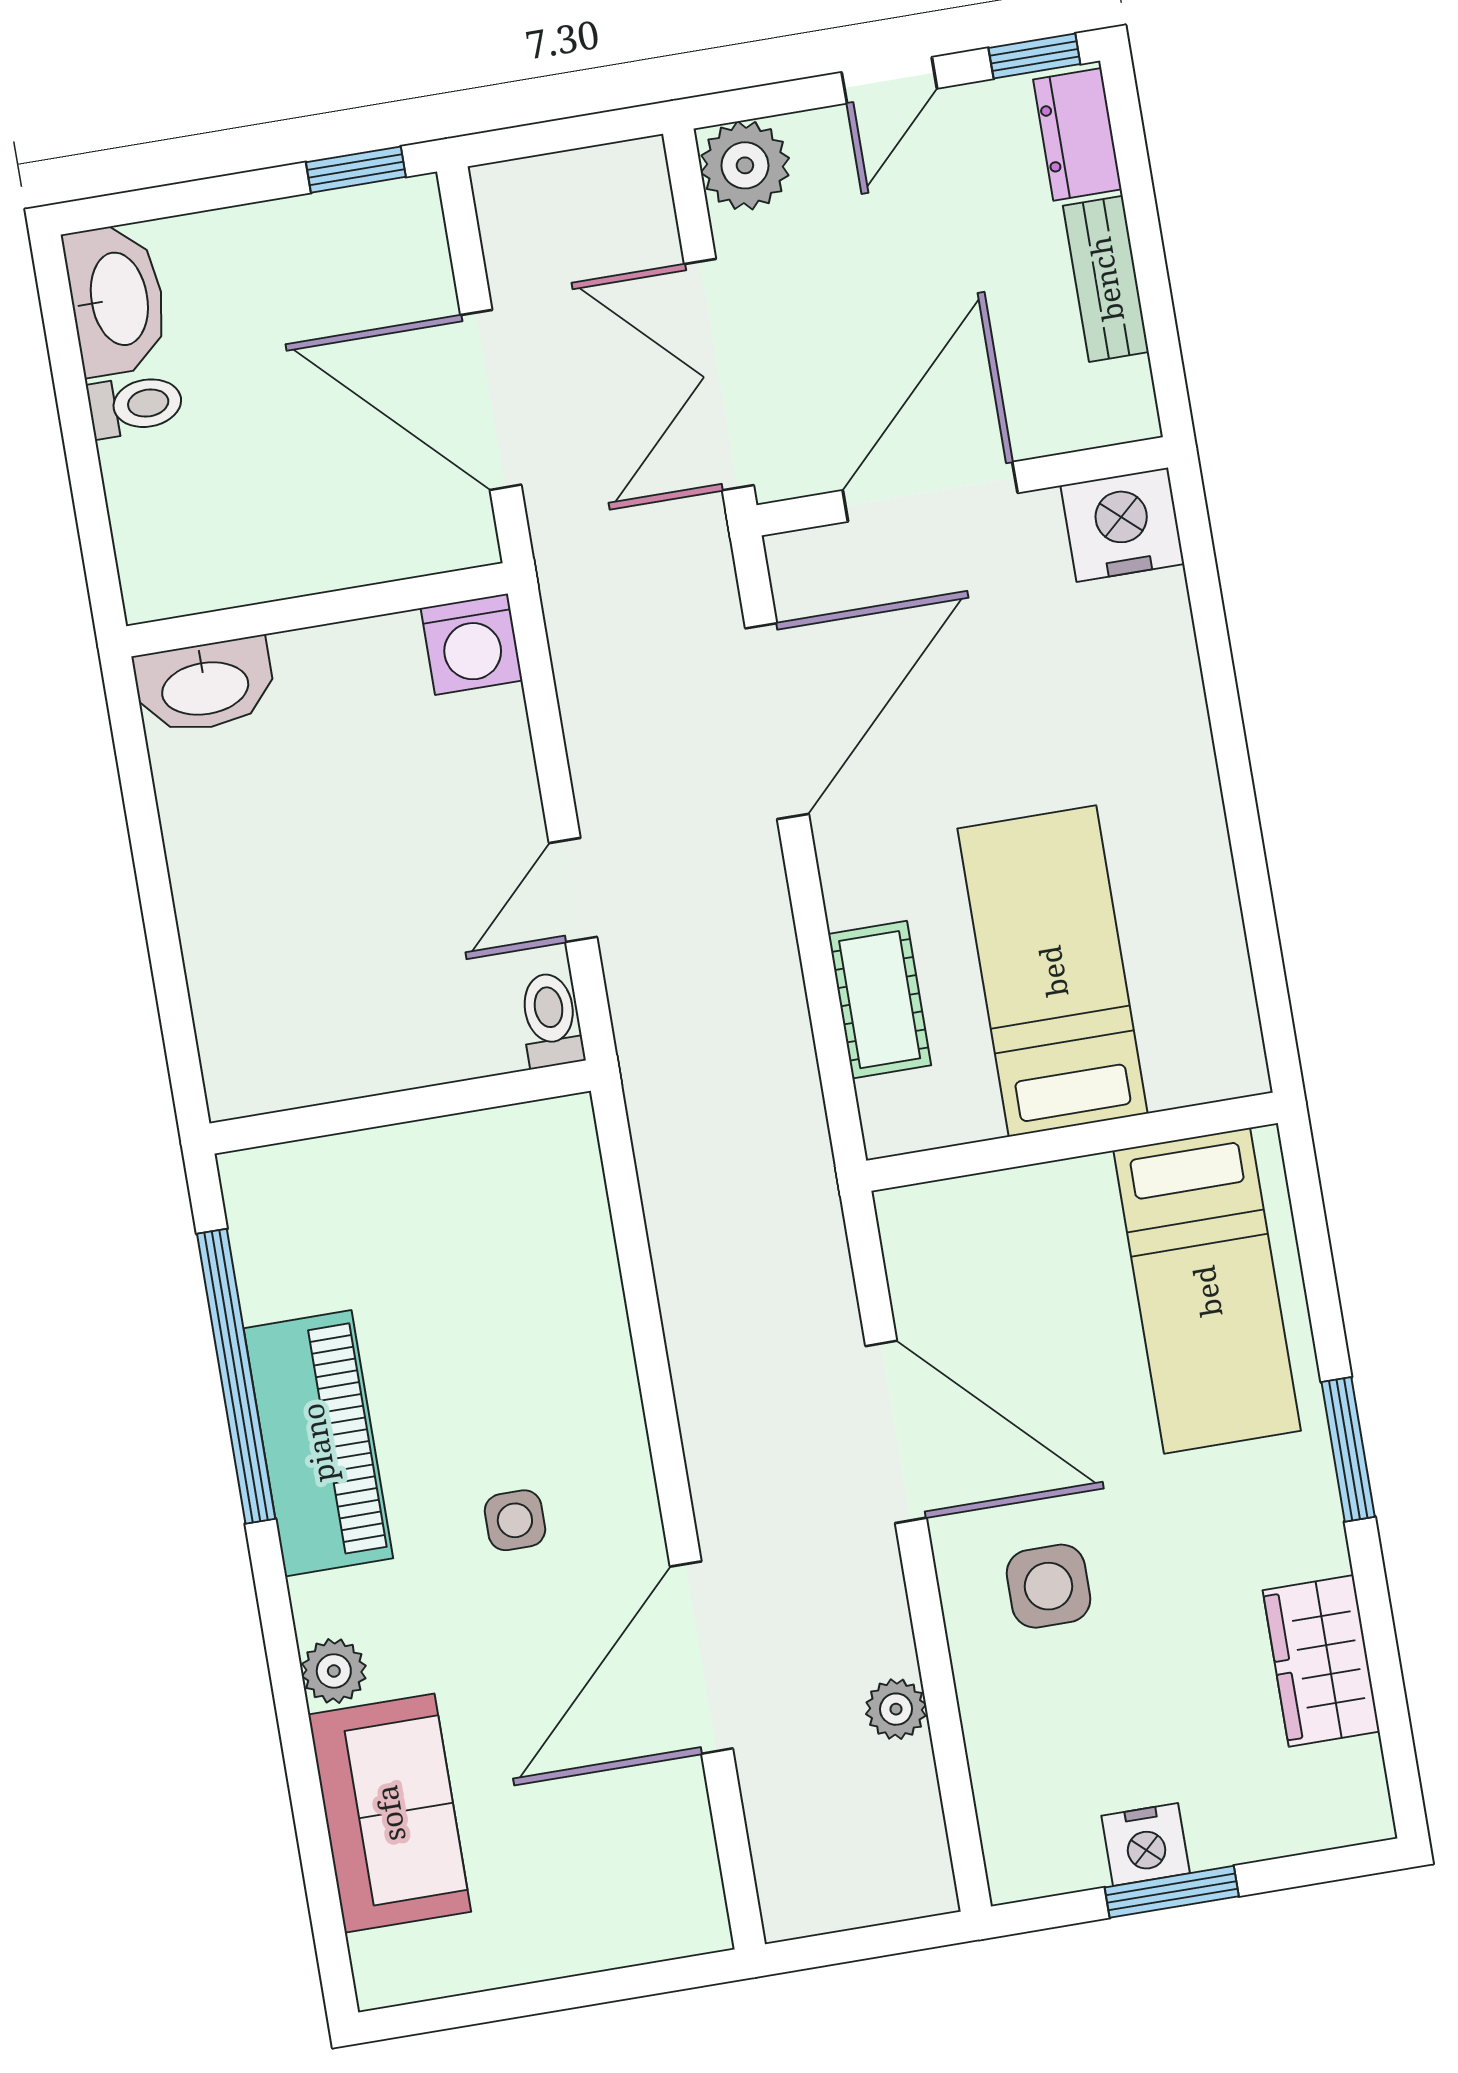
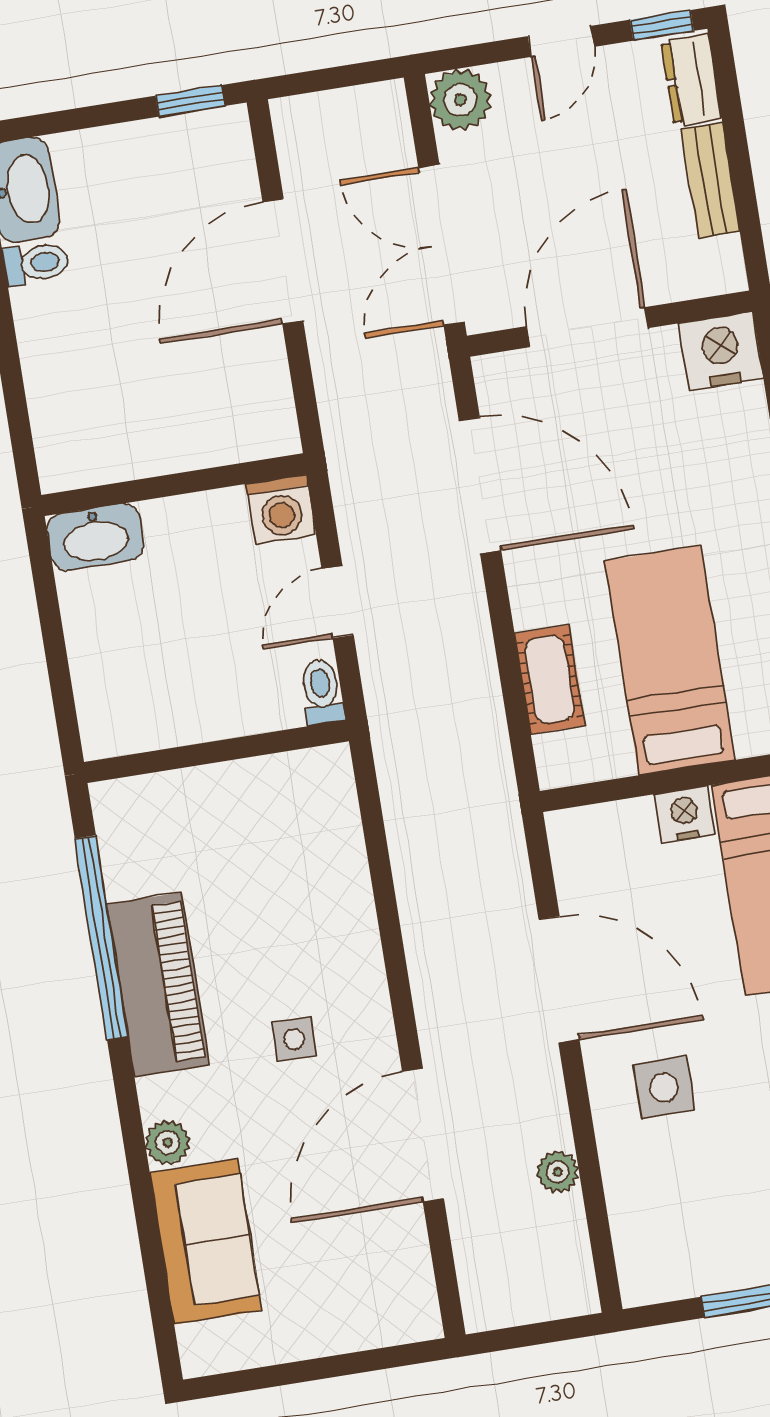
door: (491, 400) -> (283, 261), hinge flipped
wall: (317, 610) -> (174, 485), moved
washing machine: (472, 644) -> (281, 509), moved
washbasin: (205, 686) -> (96, 537), moved
door: (777, 721) -> (480, 486), hinge flipped
nightstand: (1146, 1844) -> (684, 815), moved, turned 180

